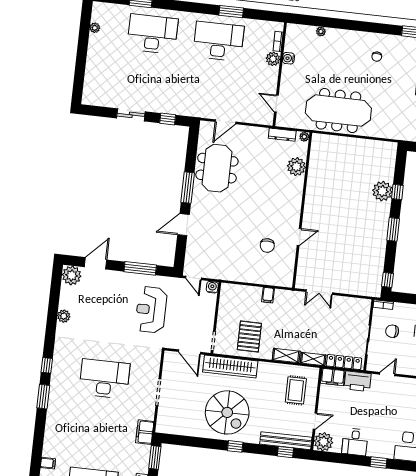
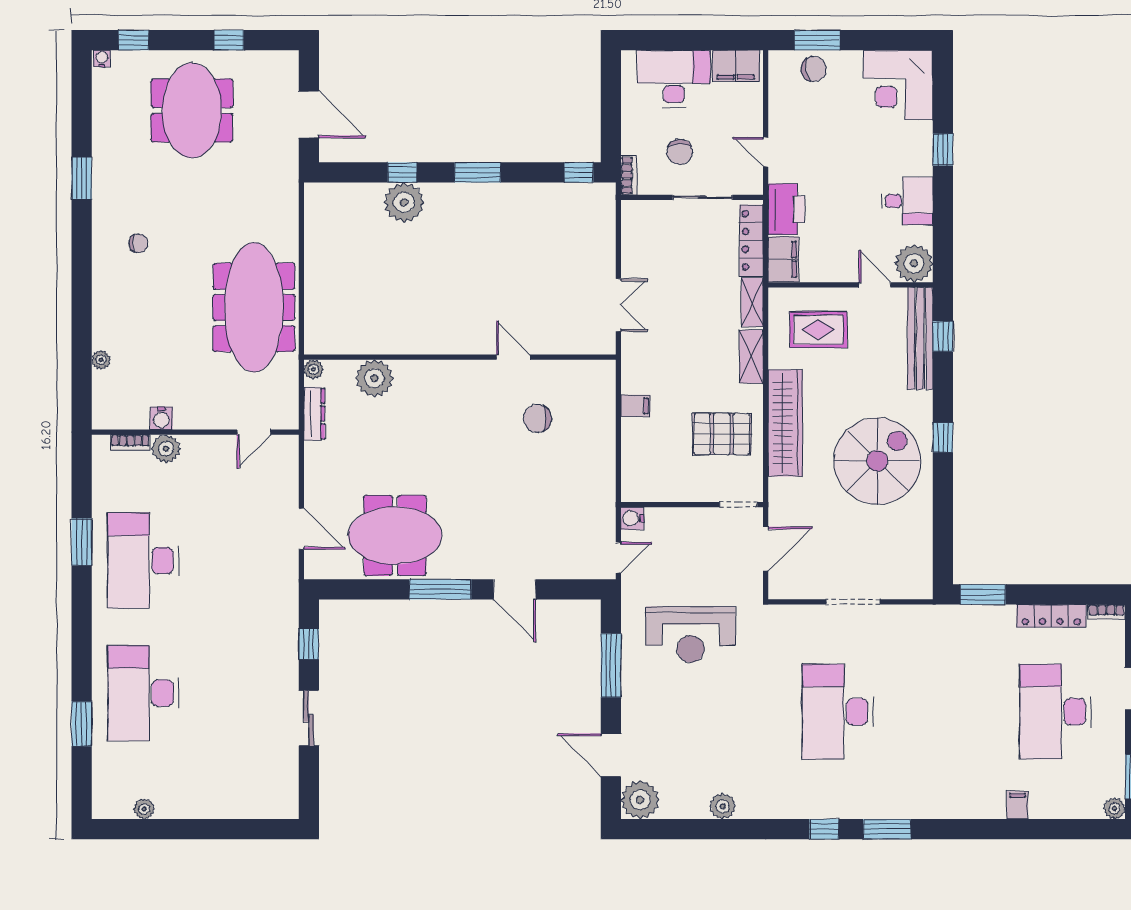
chair: (267, 246) -> (537, 419), turned 180
wardrobe: (230, 366) -> (785, 423), moved
filing cabinet: (145, 432) -> (935, 620), removed

